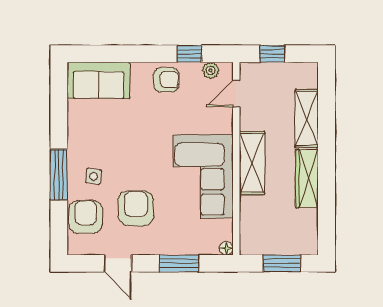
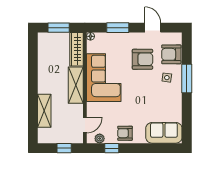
wardrobe: (307, 178) -> (76, 49), moved, turned 180
armchair: (136, 208) -> (142, 59), turned -90
armchair: (86, 217) -> (171, 54), turned 90

